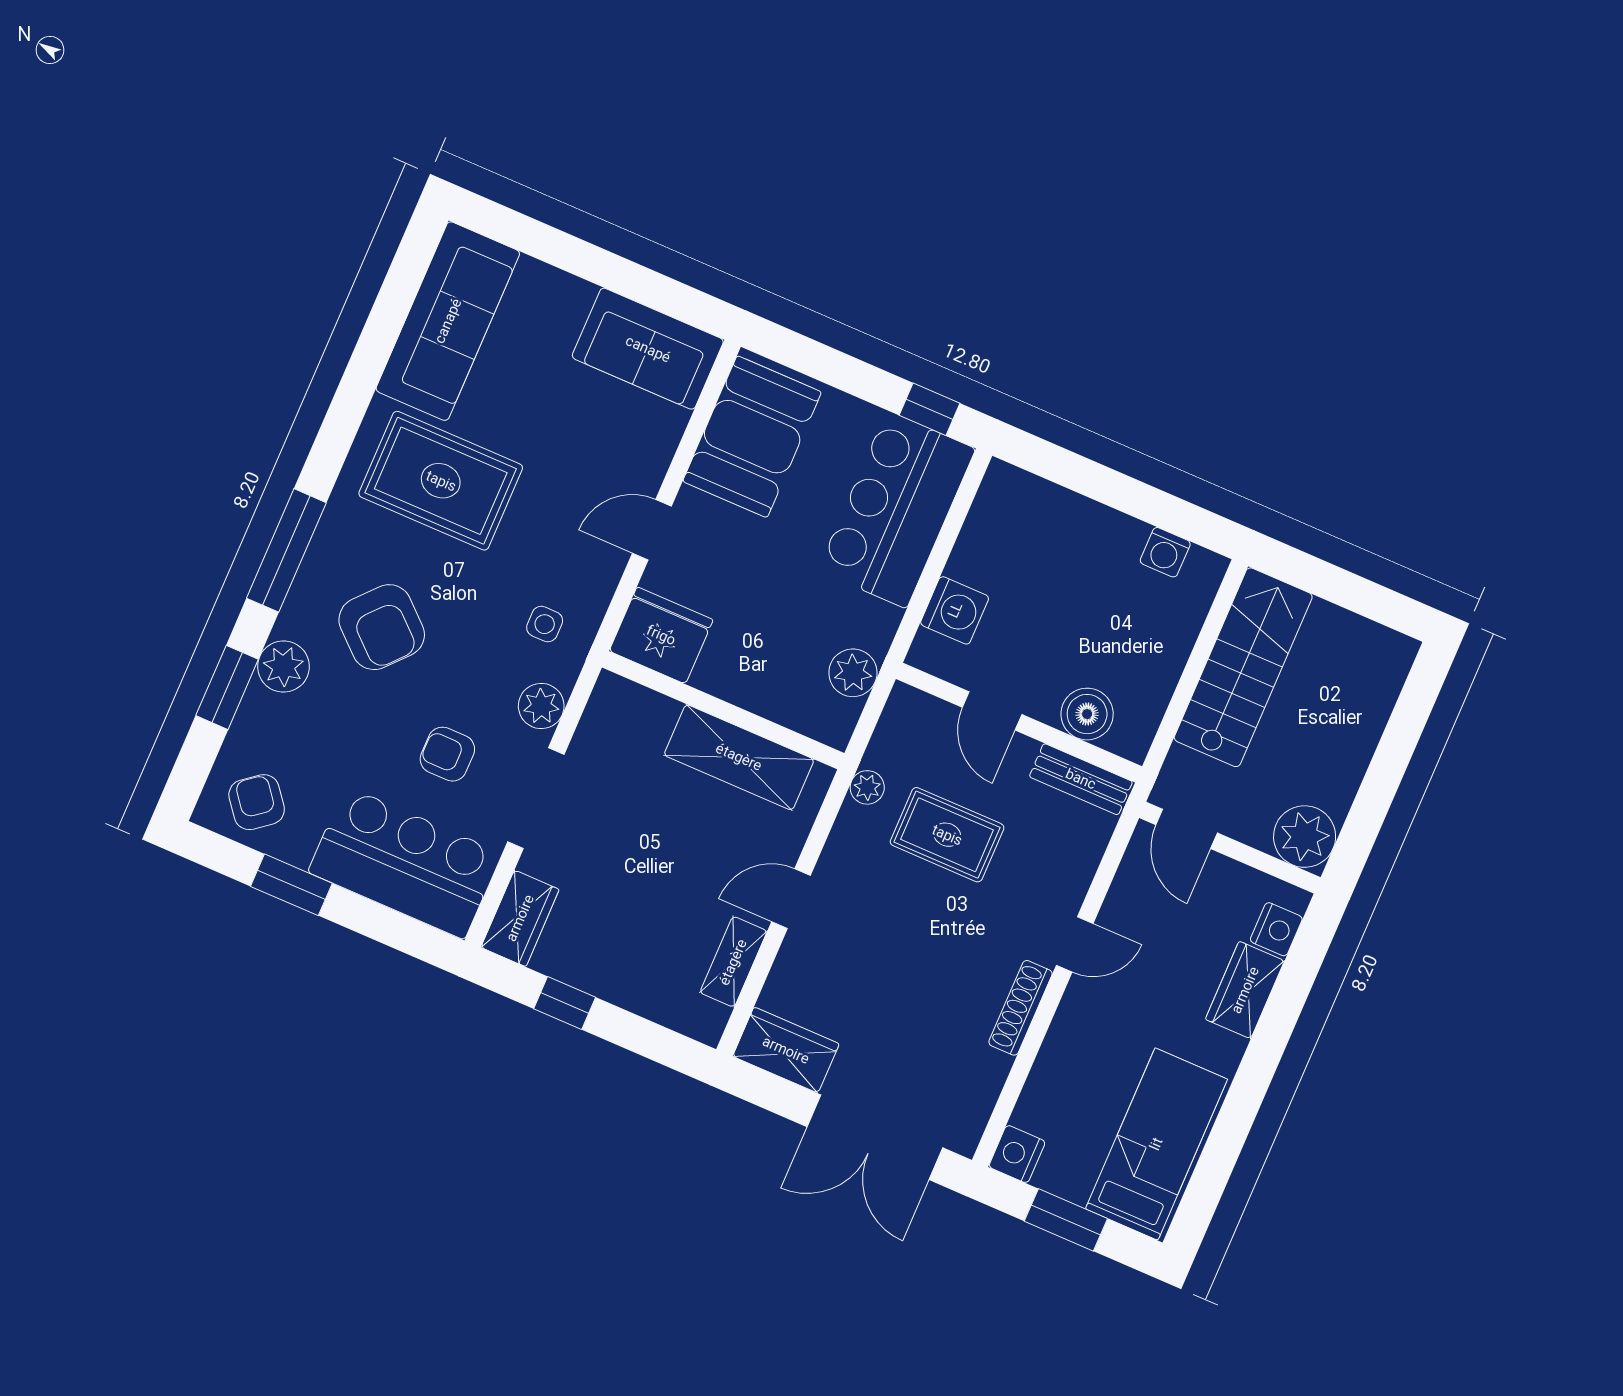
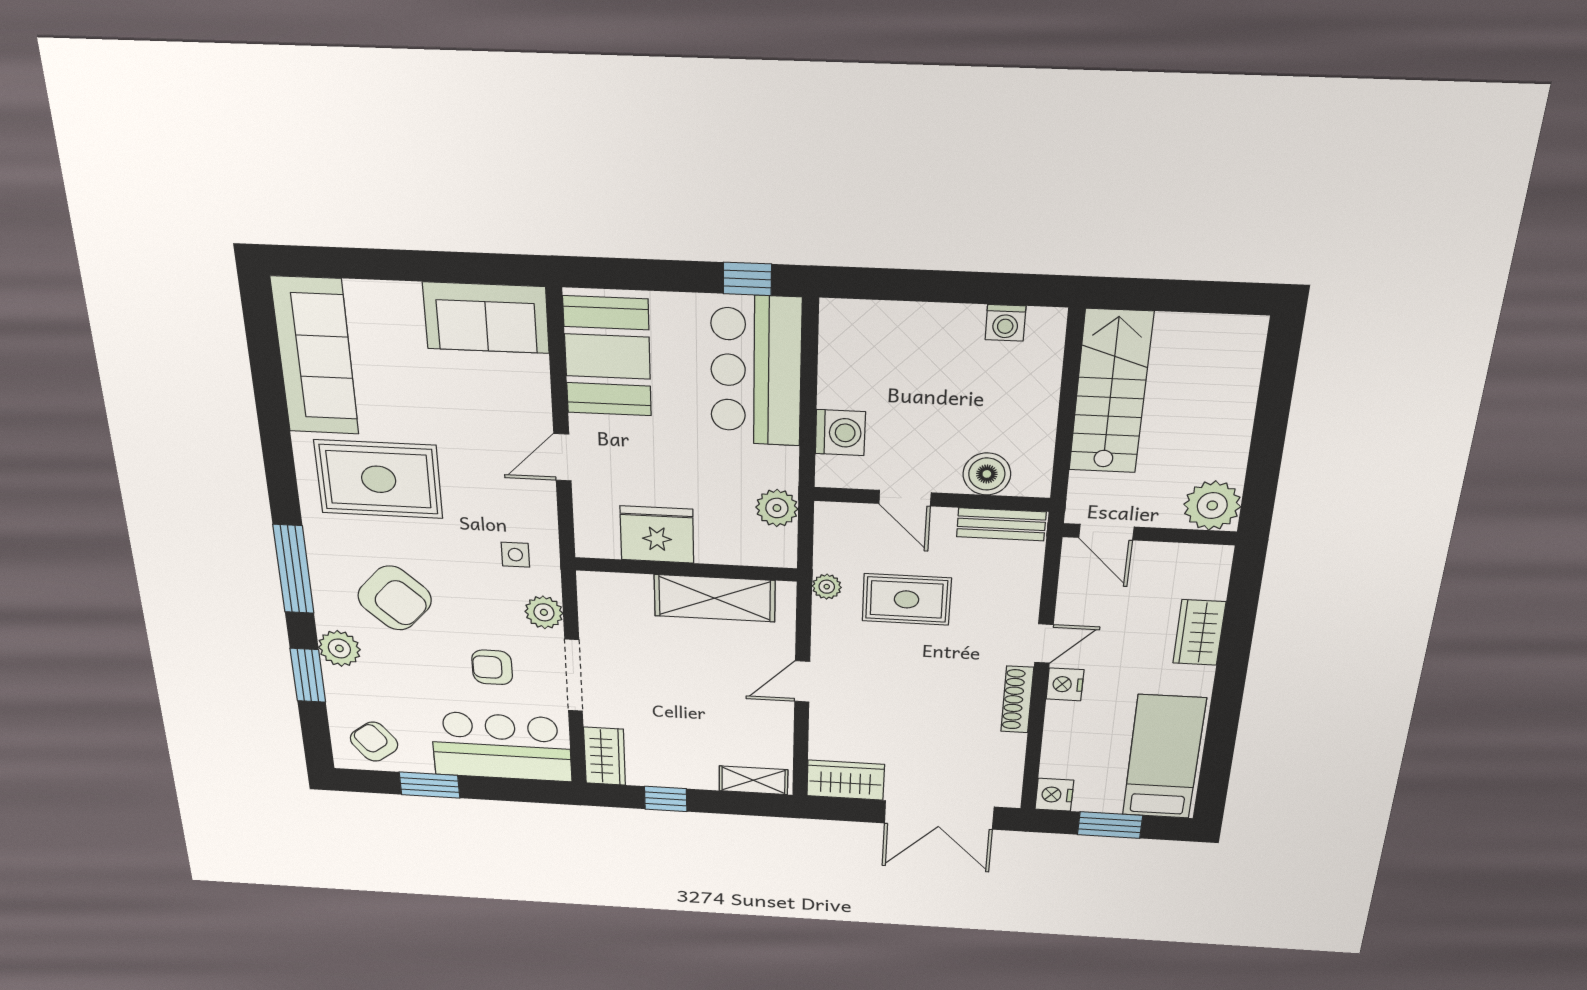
fridge: (661, 635) -> (657, 534), moved
nightstand: (1276, 929) -> (1065, 684), moved, turned 180
shelving: (733, 962) -> (753, 780), moved, turned 90

